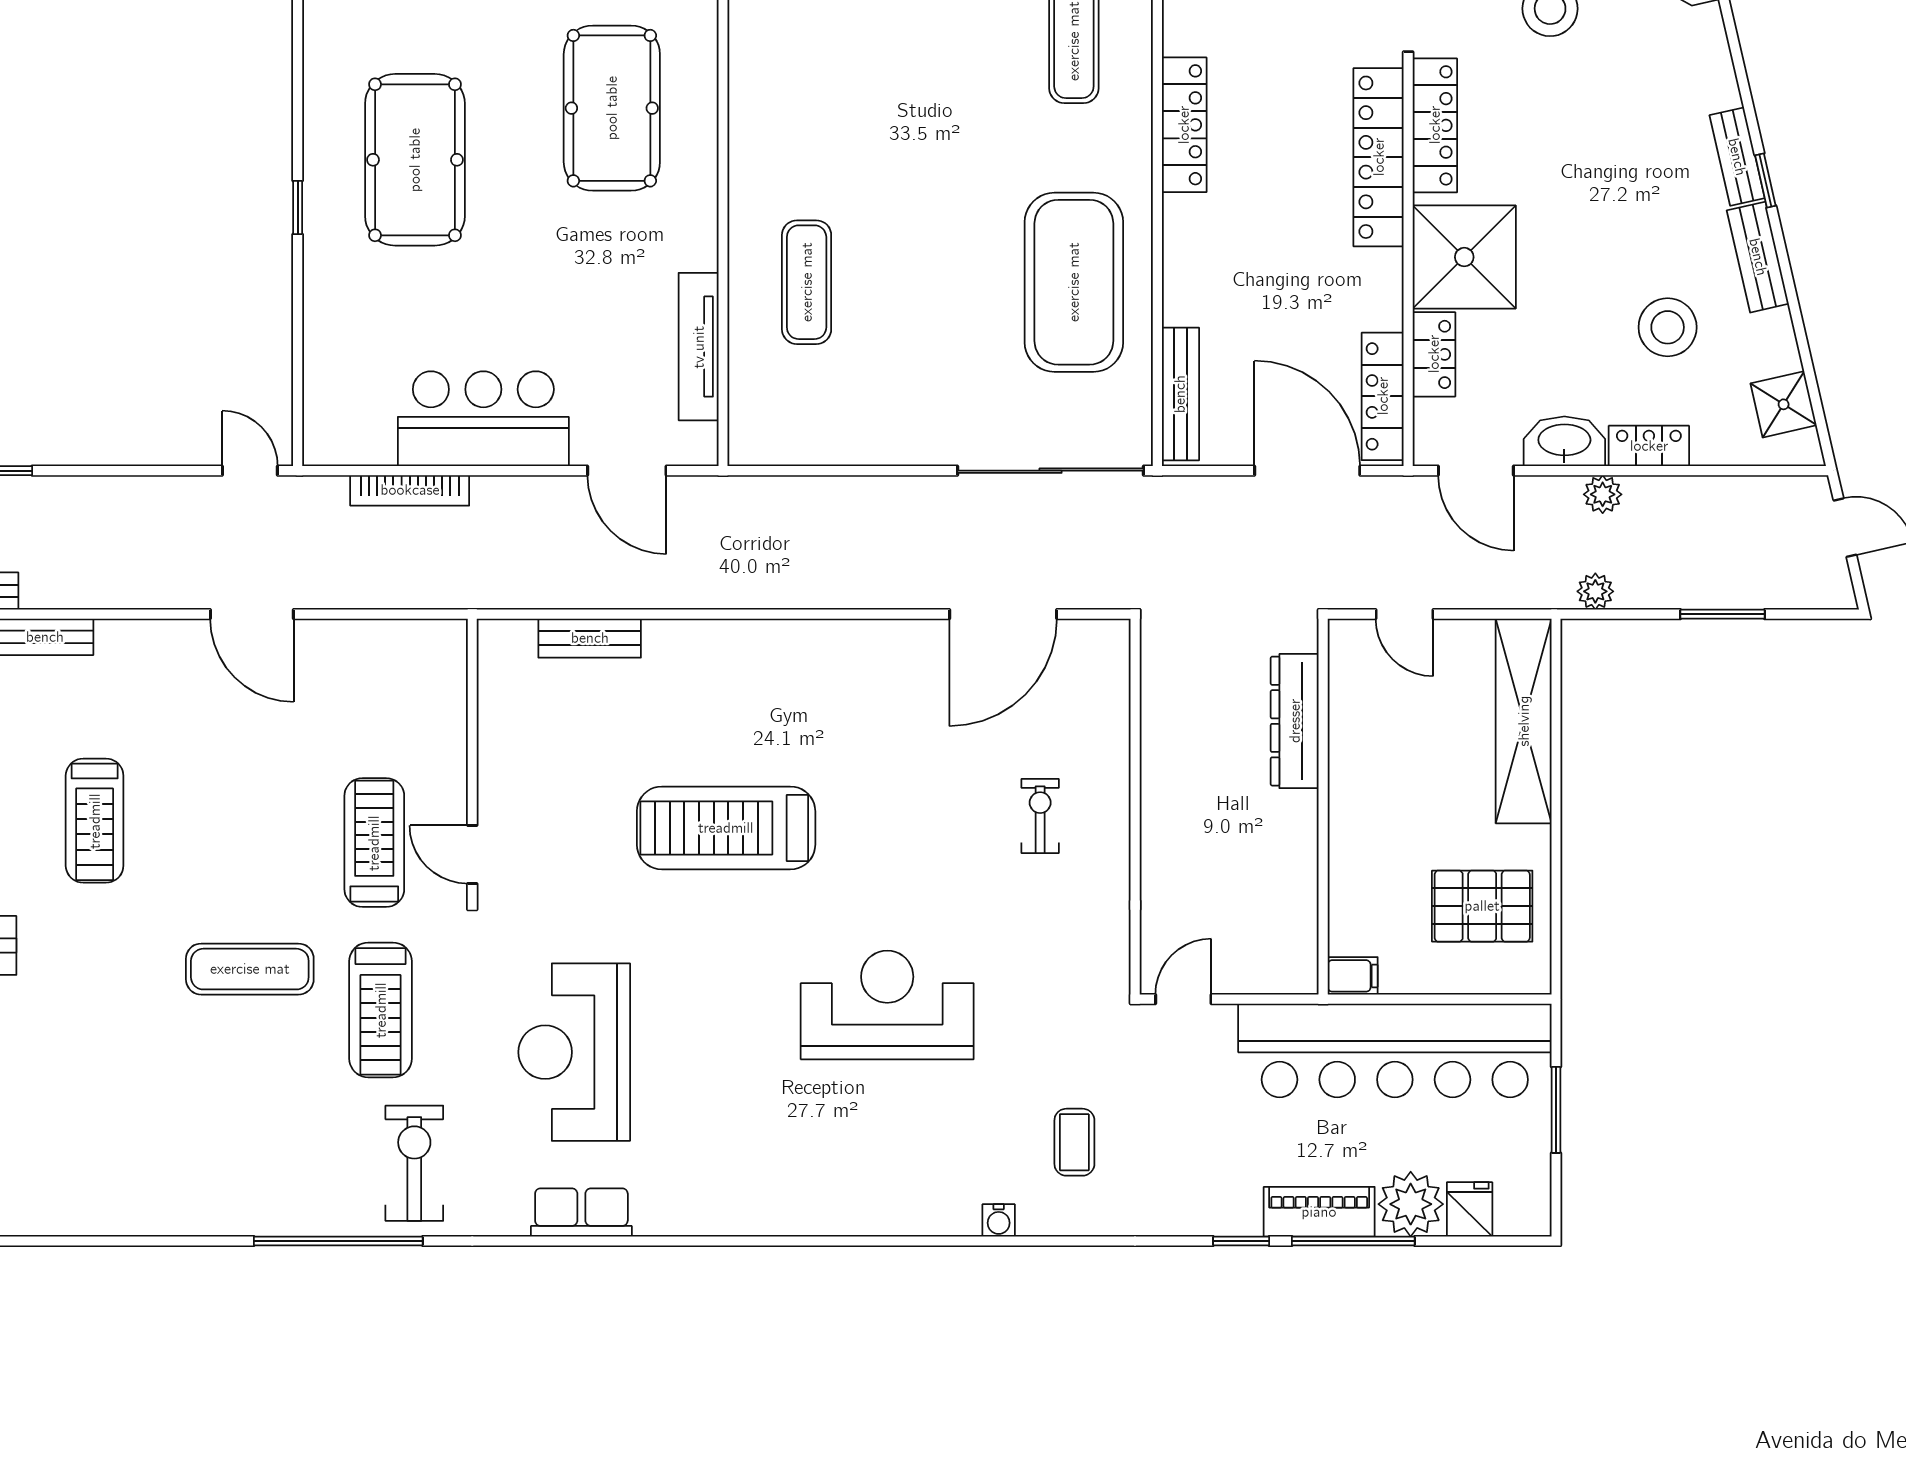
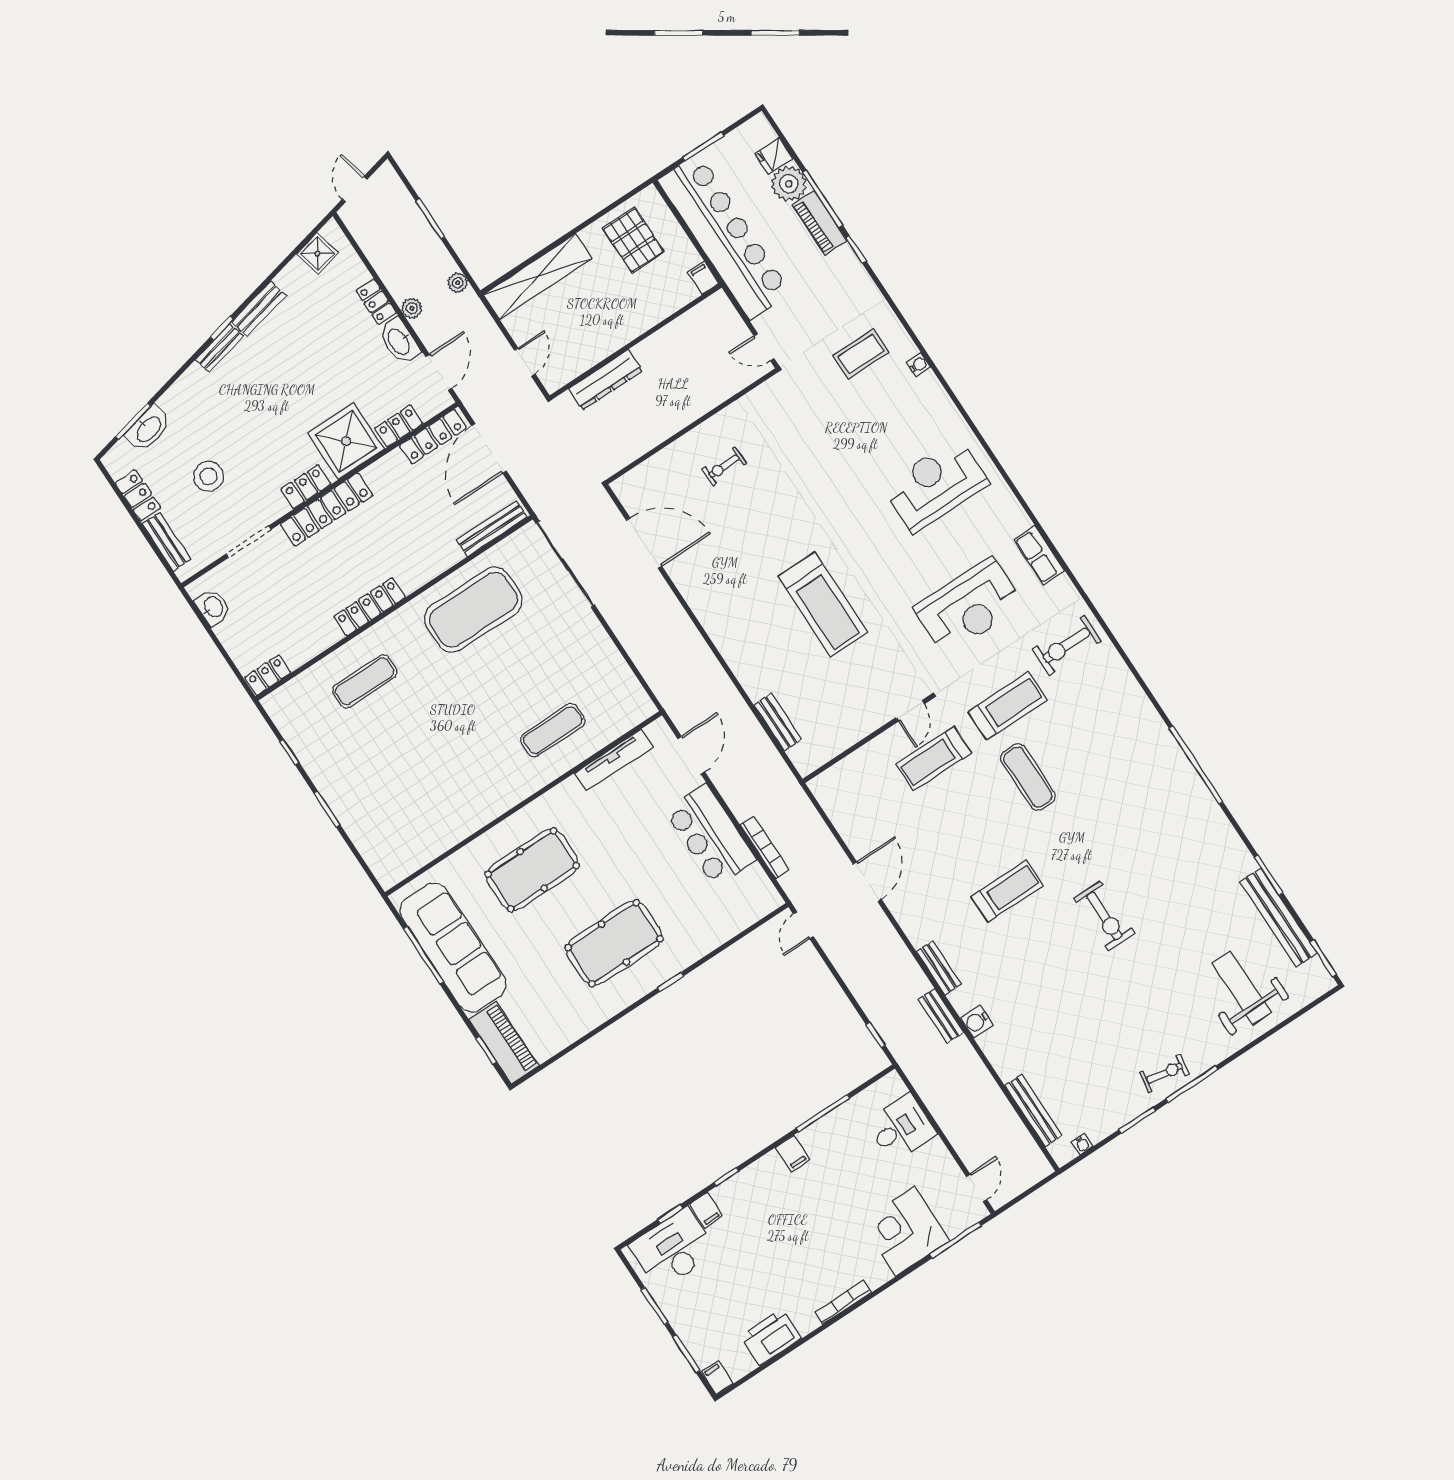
locker: (1435, 125) -> (306, 487), width x0.66
stool: (1668, 327) -> (317, 329), removed
reception desk: (887, 1005) -> (935, 485), moved, turned 90
coffee table: (1074, 1142) -> (861, 354), width x1.36, depth x1.30
window: (338, 1241) -> (1196, 765), moved

